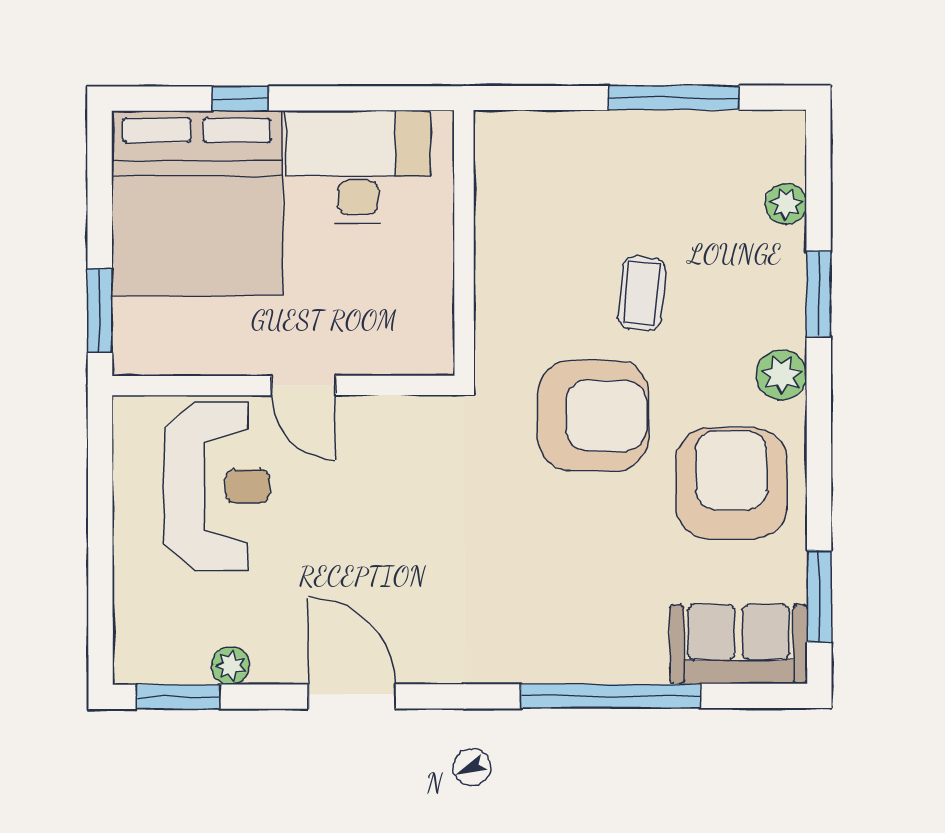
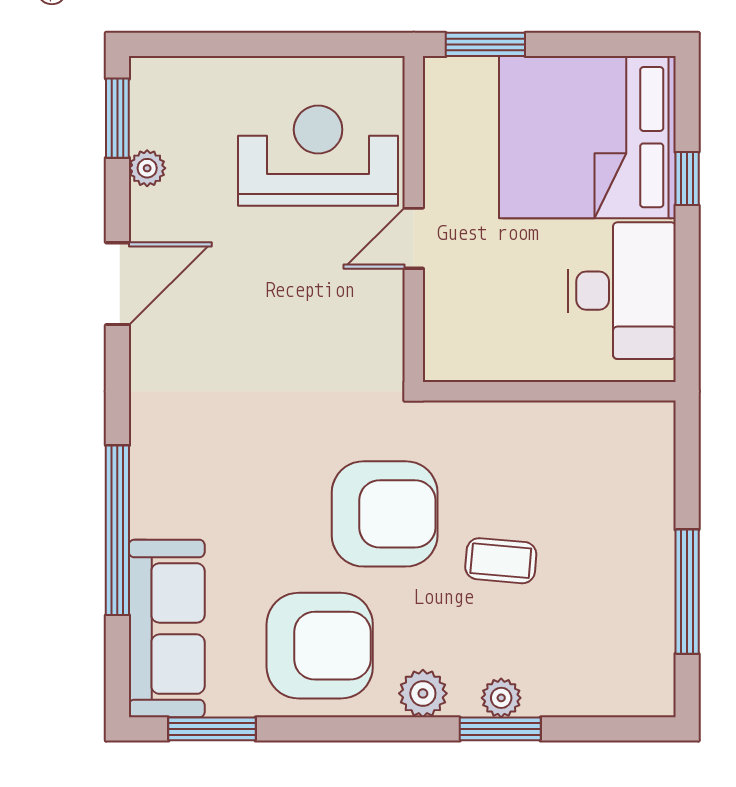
plant: (786, 204) -> (501, 698), moved
armchair: (593, 416) -> (385, 514), turned -90
reception desk: (217, 486) -> (318, 156), turned 180
sofa: (739, 644) -> (167, 629), width x1.36

